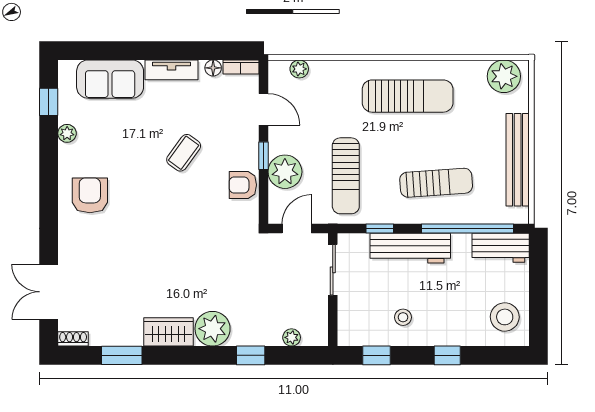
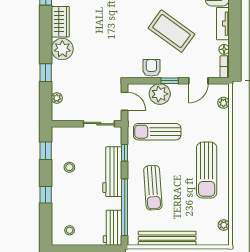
plant: (504, 76) -> (224, 225), width x0.53, depth x0.53
coffee table: (184, 153) -> (171, 31), width x1.86, depth x1.72
stool: (505, 317) -> (70, 230), width x0.53, depth x0.53

